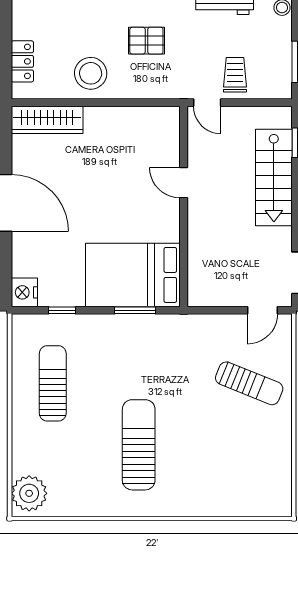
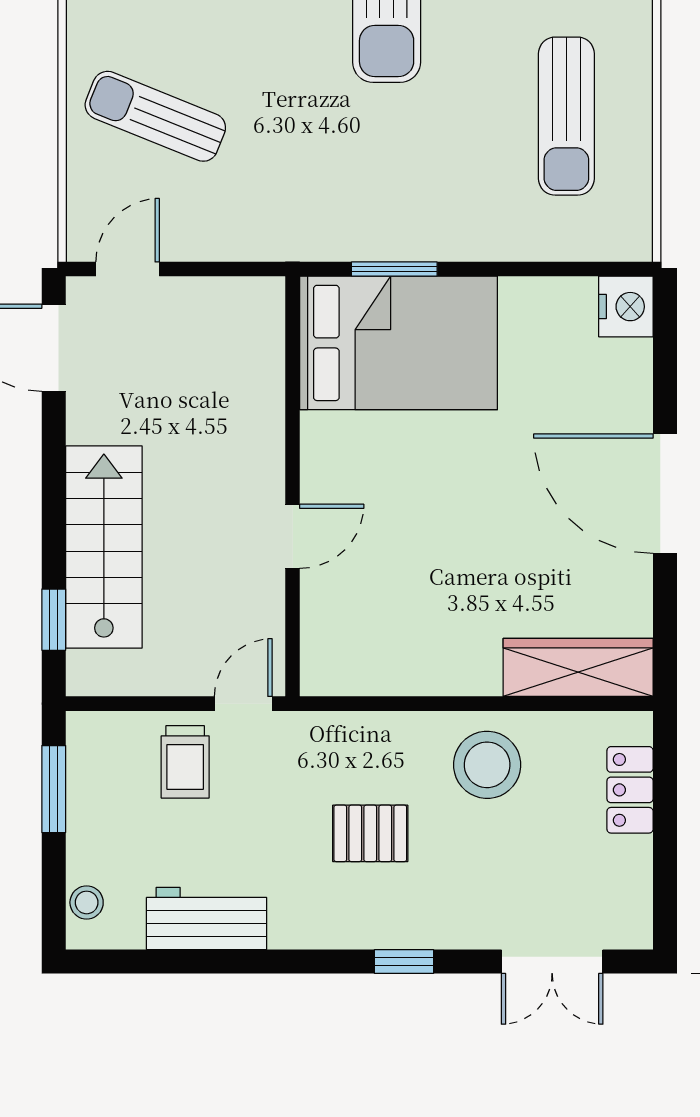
door: (207, 103) -> (243, 704), hinge flipped
door: (184, 183) -> (293, 536), hinge flipped
window: (62, 310) -> (547, 269), removed

